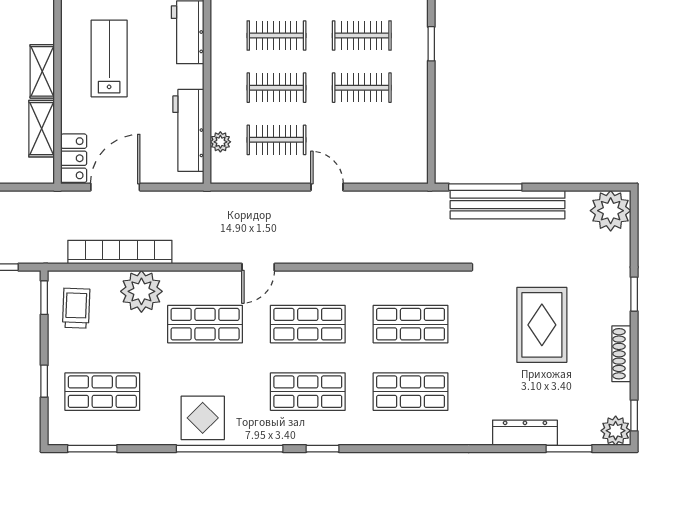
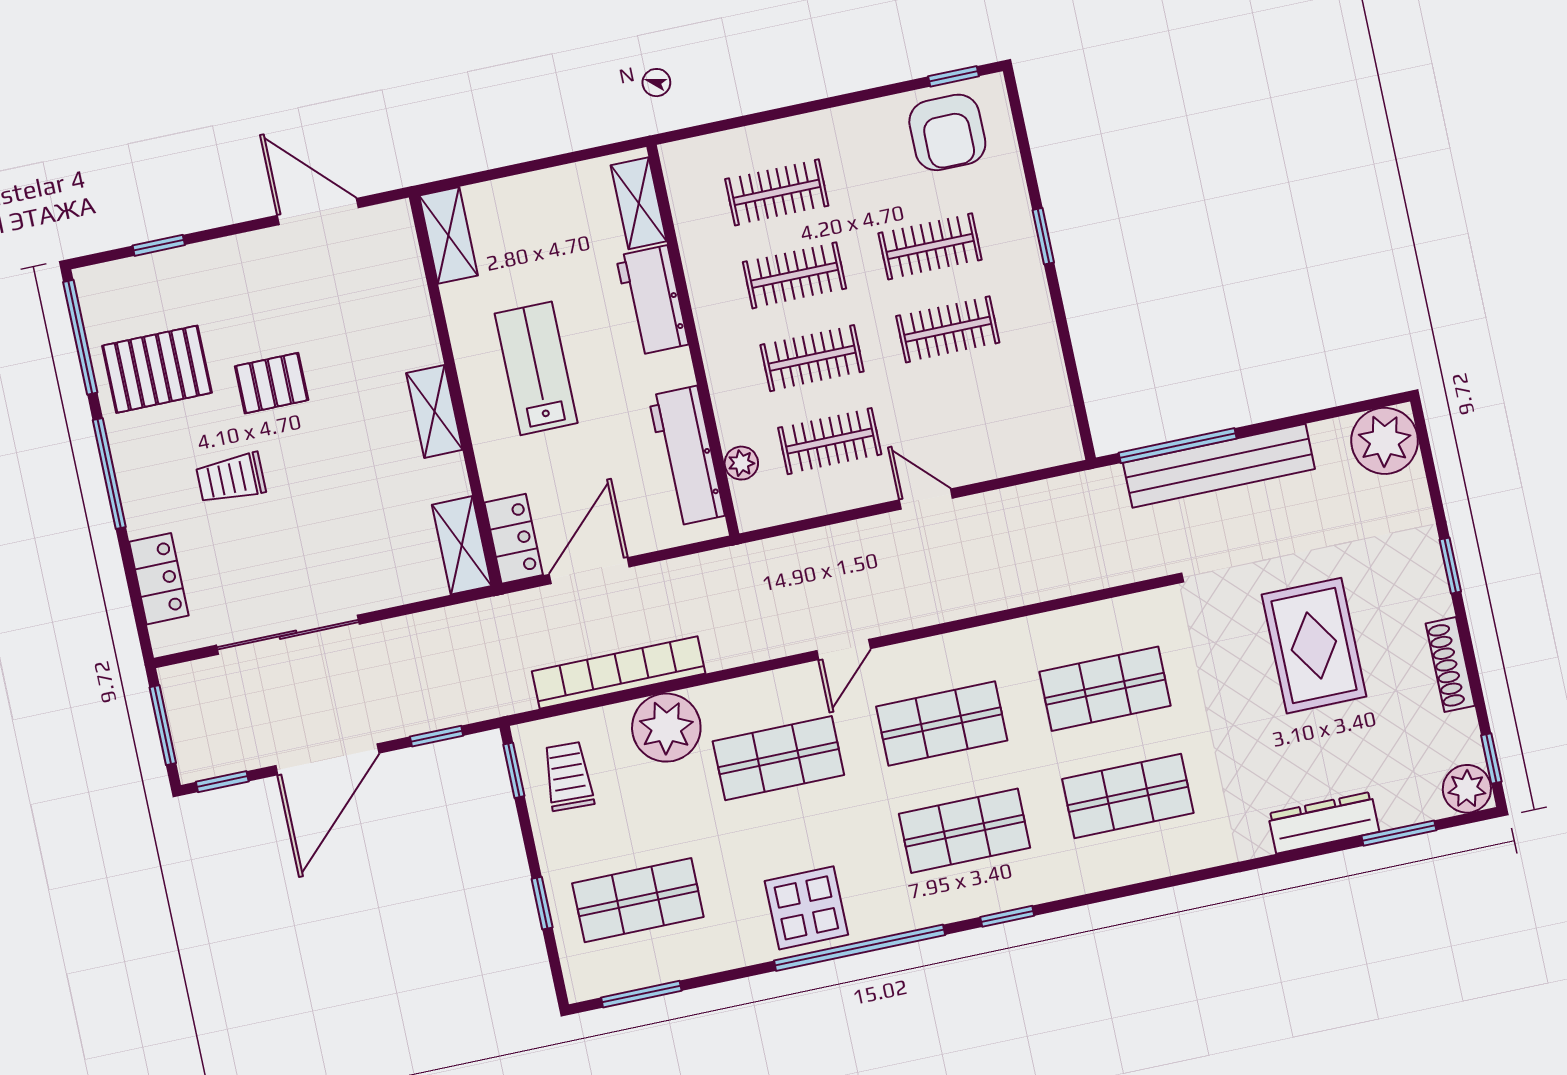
shelving: (42, 129) -> (462, 545), moved

